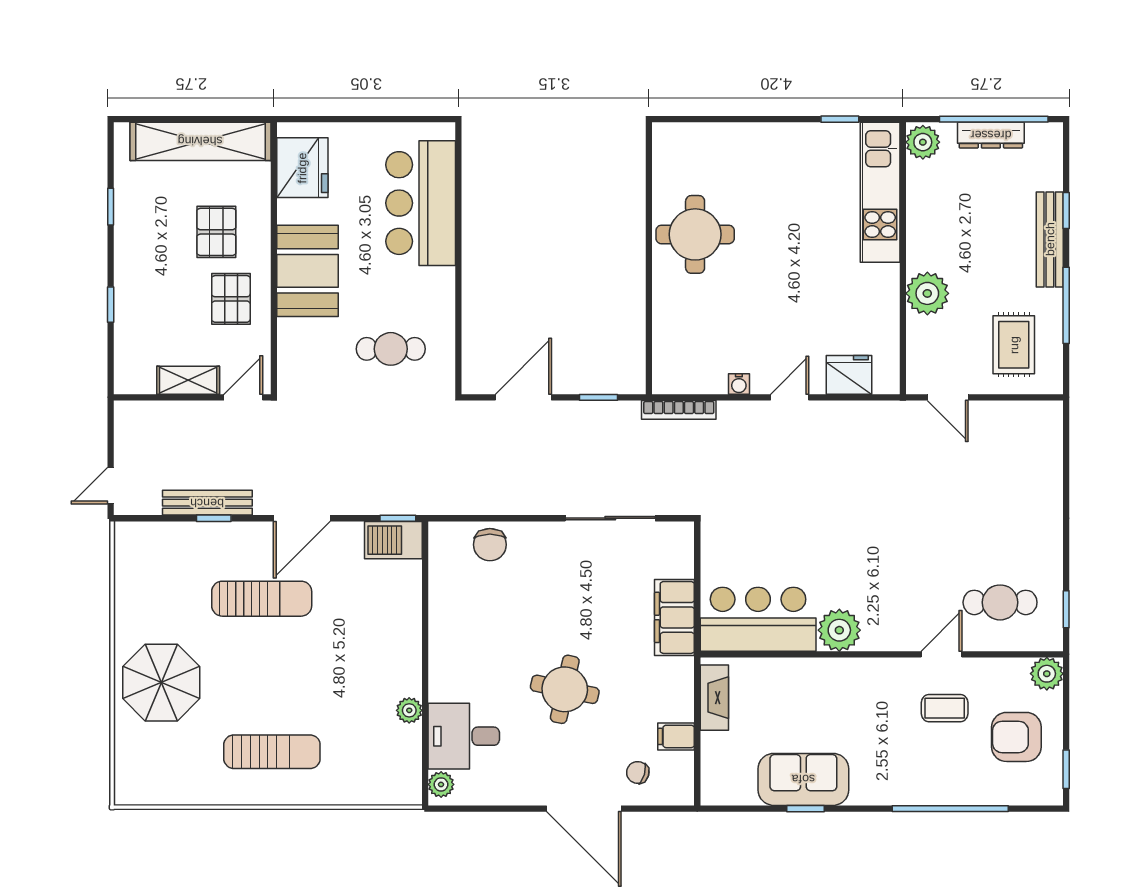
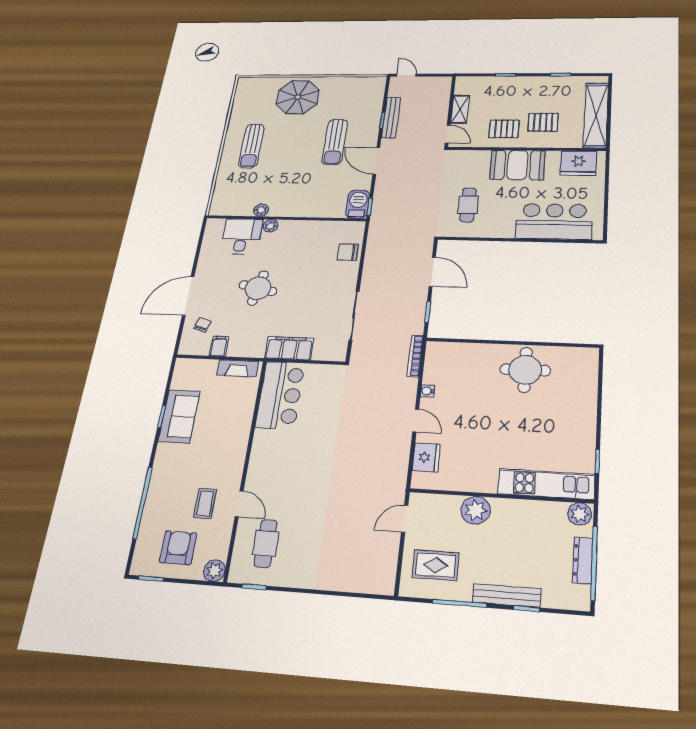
plant: (839, 630) -> (265, 442), removed
plant: (441, 784) -> (271, 226), moved

